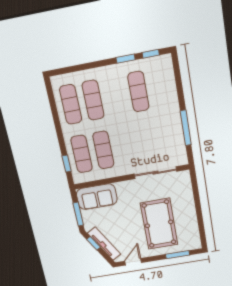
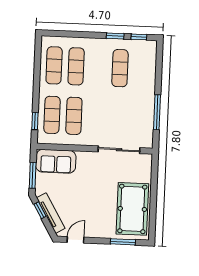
pool table: (159, 224) -> (132, 209), moved

